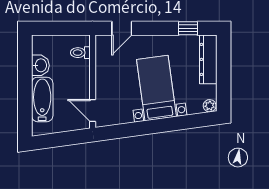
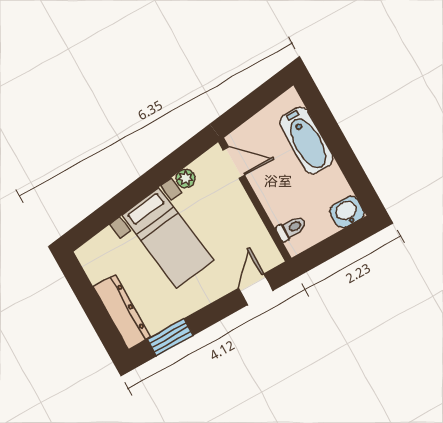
window: (188, 28) -> (170, 337), width x1.50
washbasin: (40, 65) -> (347, 212), moved, turned 90
plant: (210, 106) -> (186, 178), moved

